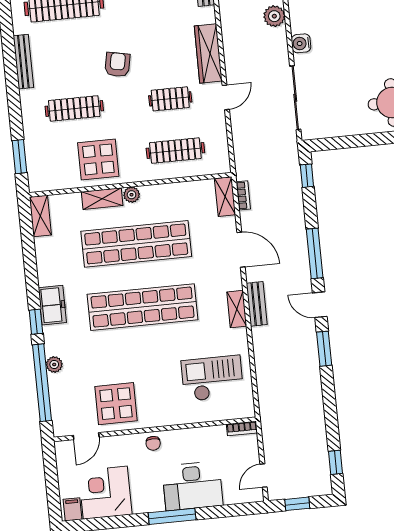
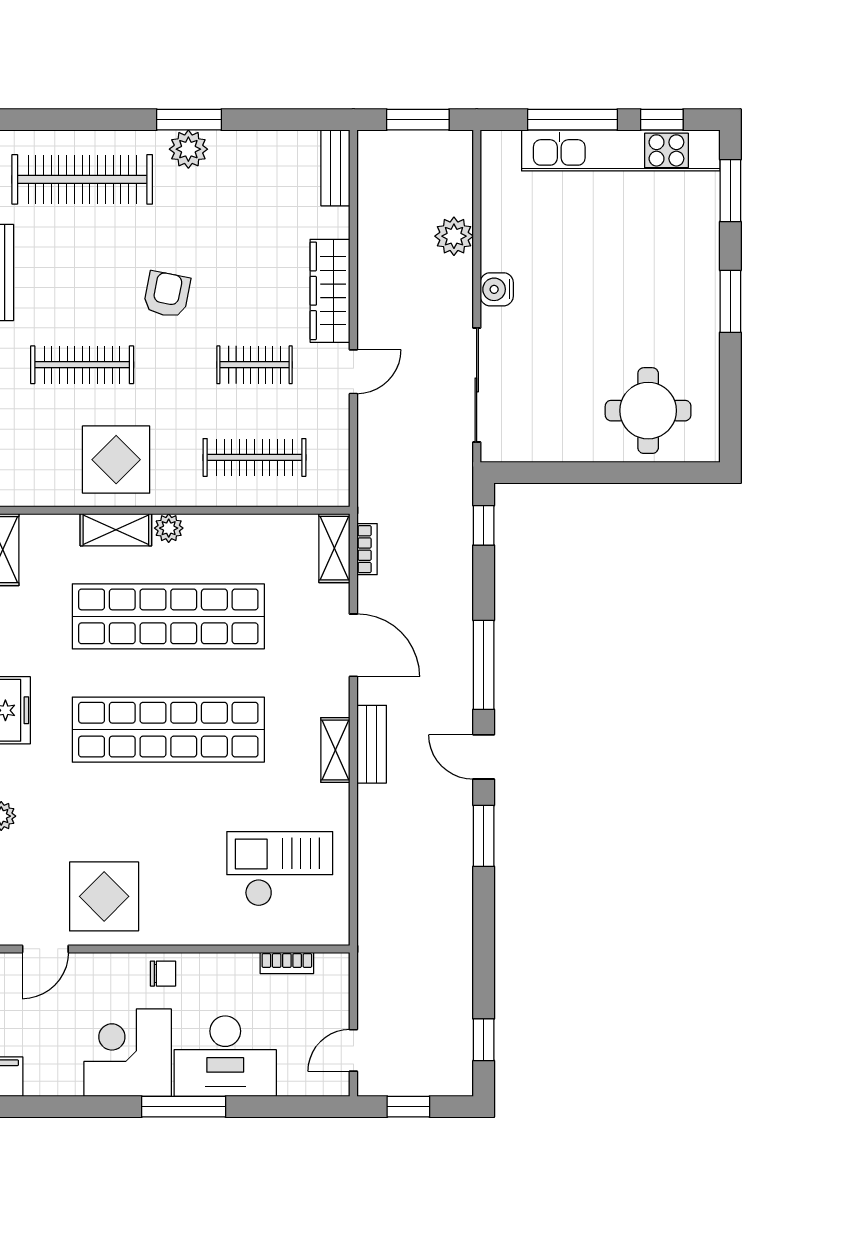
bookcase: (242, 429) -> (287, 963), moved
chair: (153, 443) -> (163, 974), turned -90
corner desk: (105, 493) -> (128, 1053), moved

